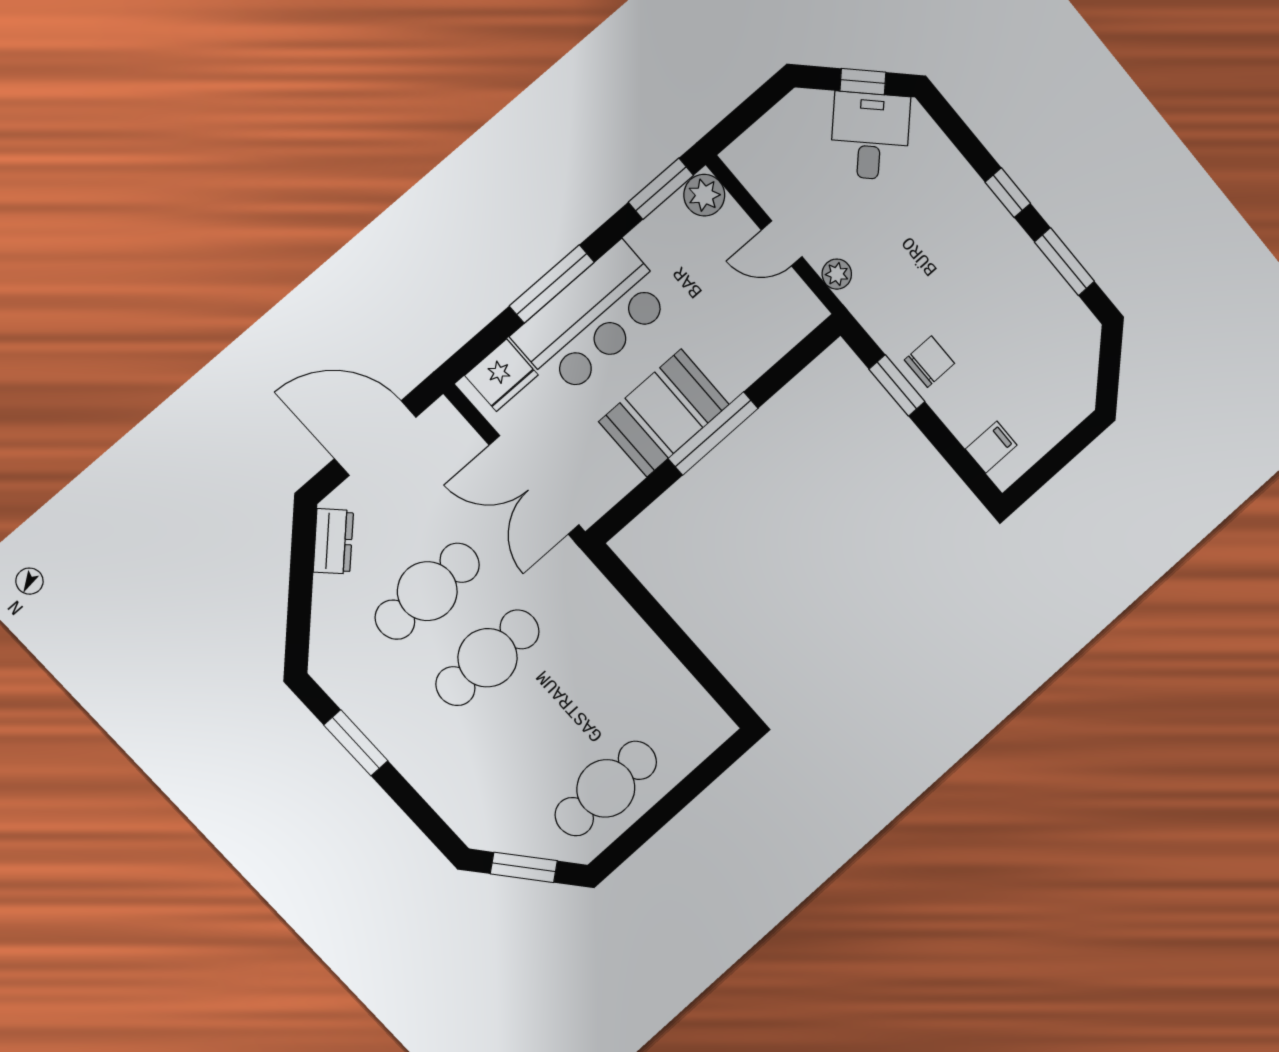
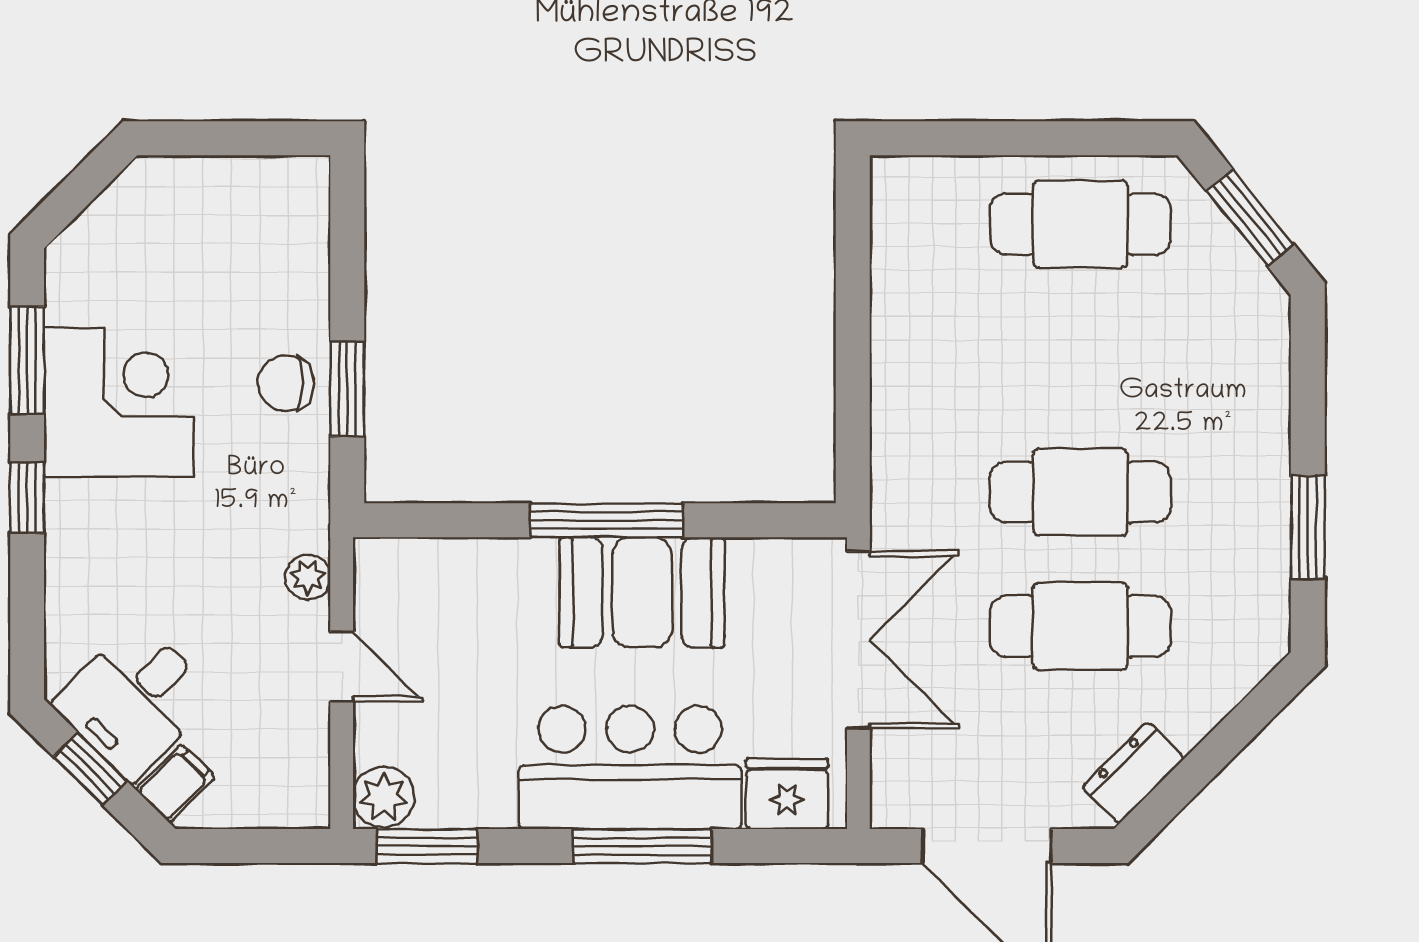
corner desk: (1003, 280) -> (119, 402), added
filing cabinet: (991, 447) -> (175, 783), moved, turned 135

